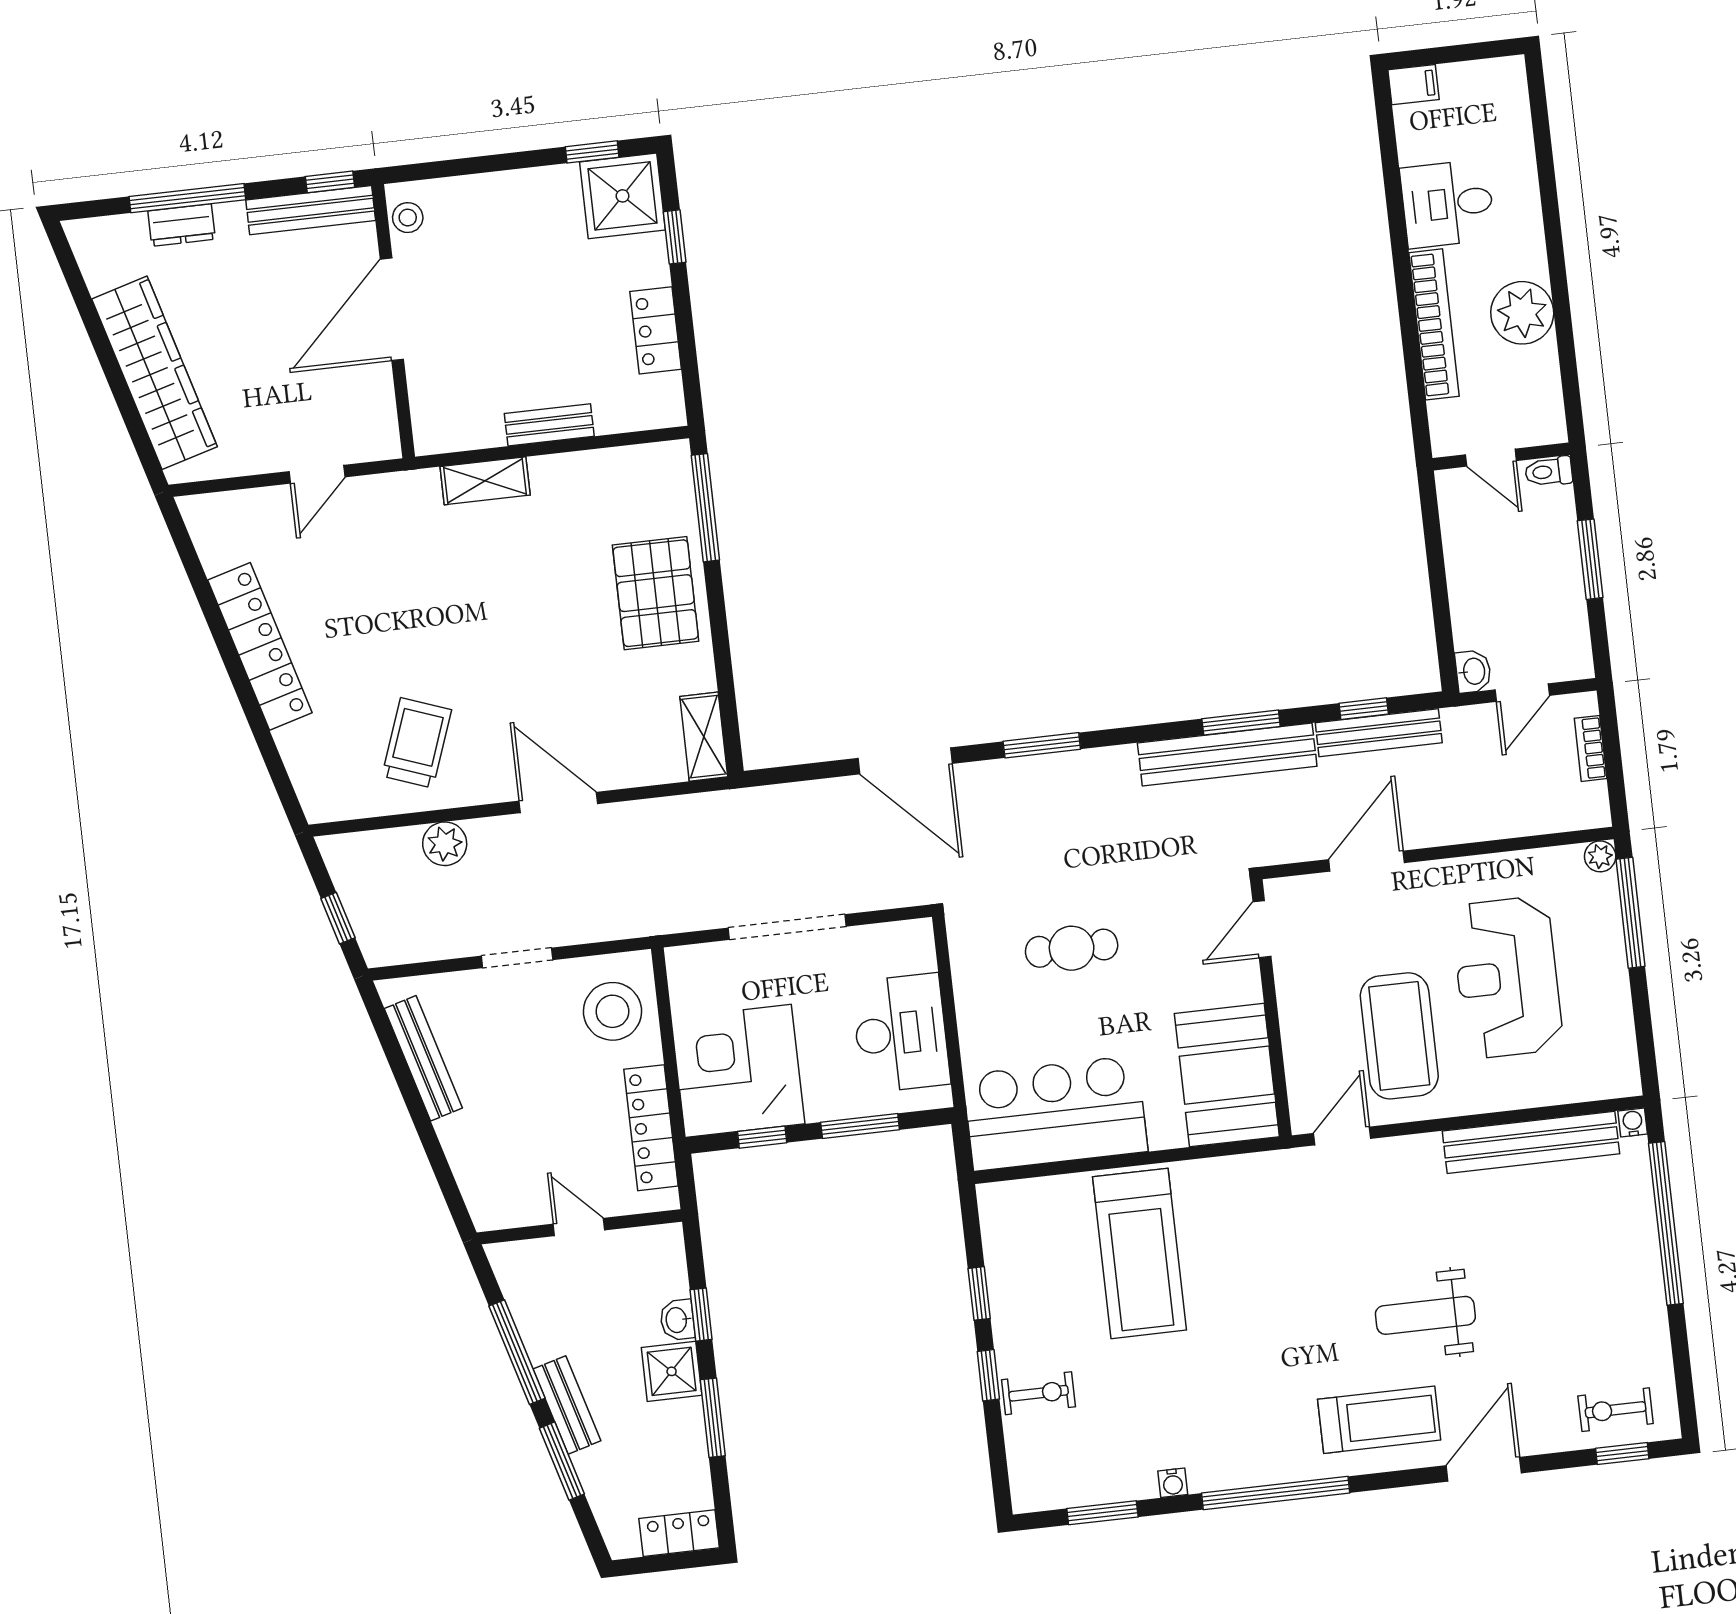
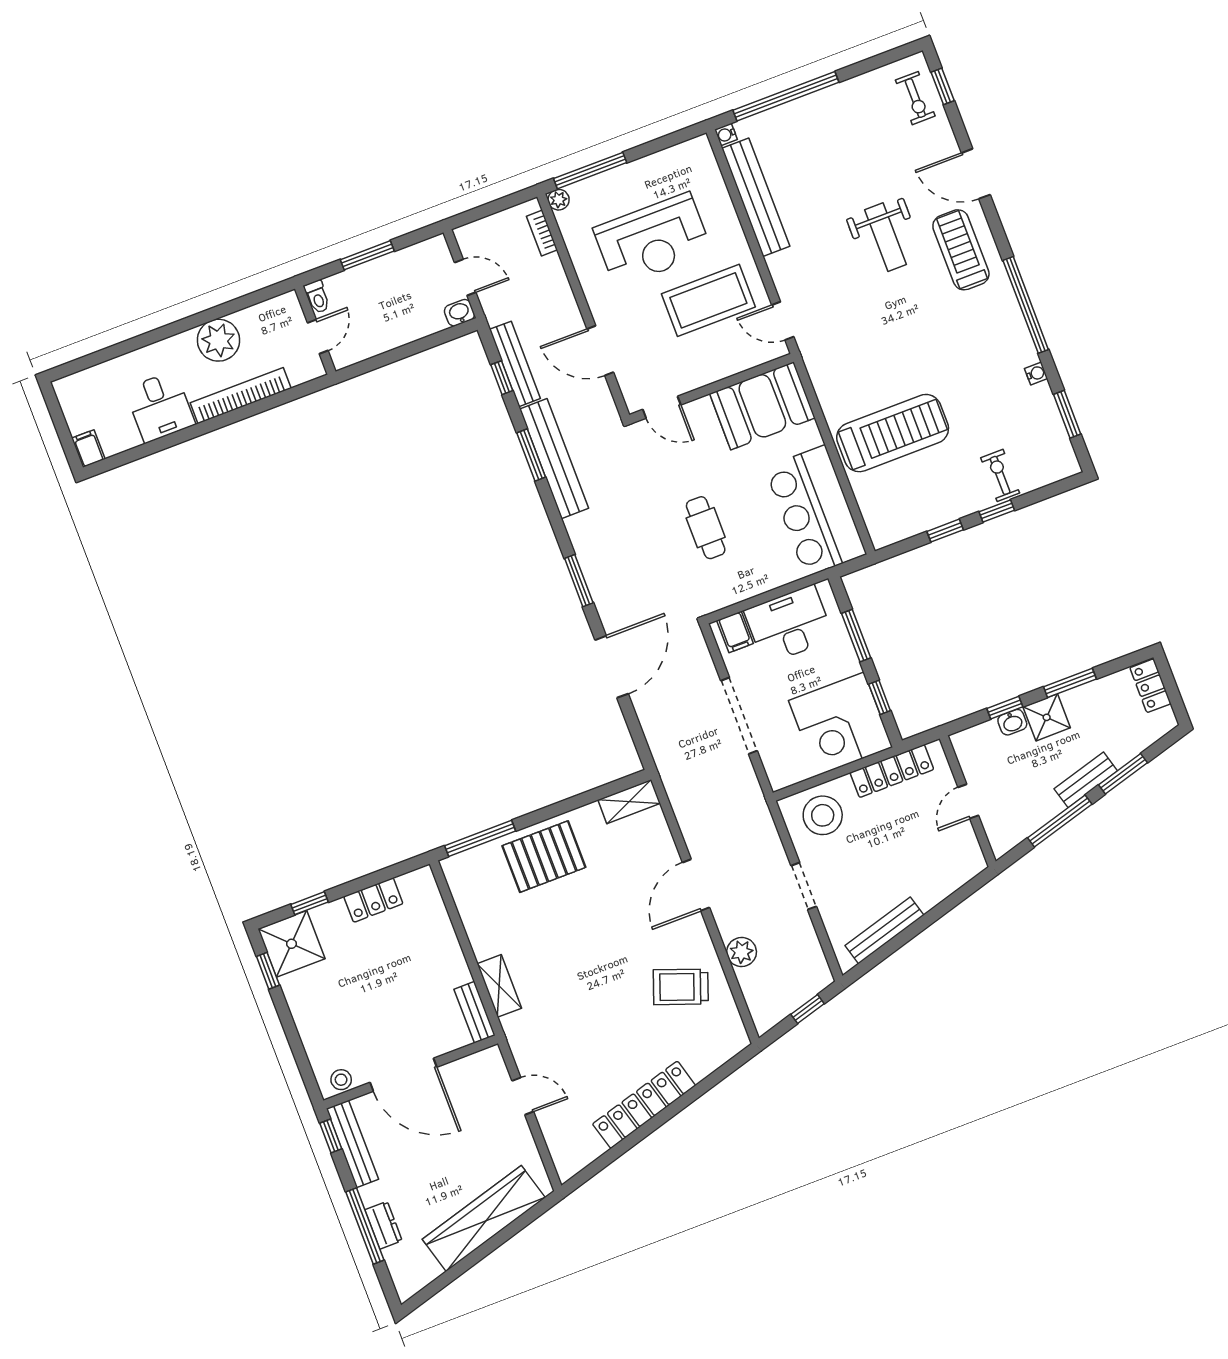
bench: (549, 425) -> (475, 1012), moved
bookcase: (1591, 748) -> (542, 233), moved, turned 90
filing cabinet: (910, 952) -> (735, 632), added

